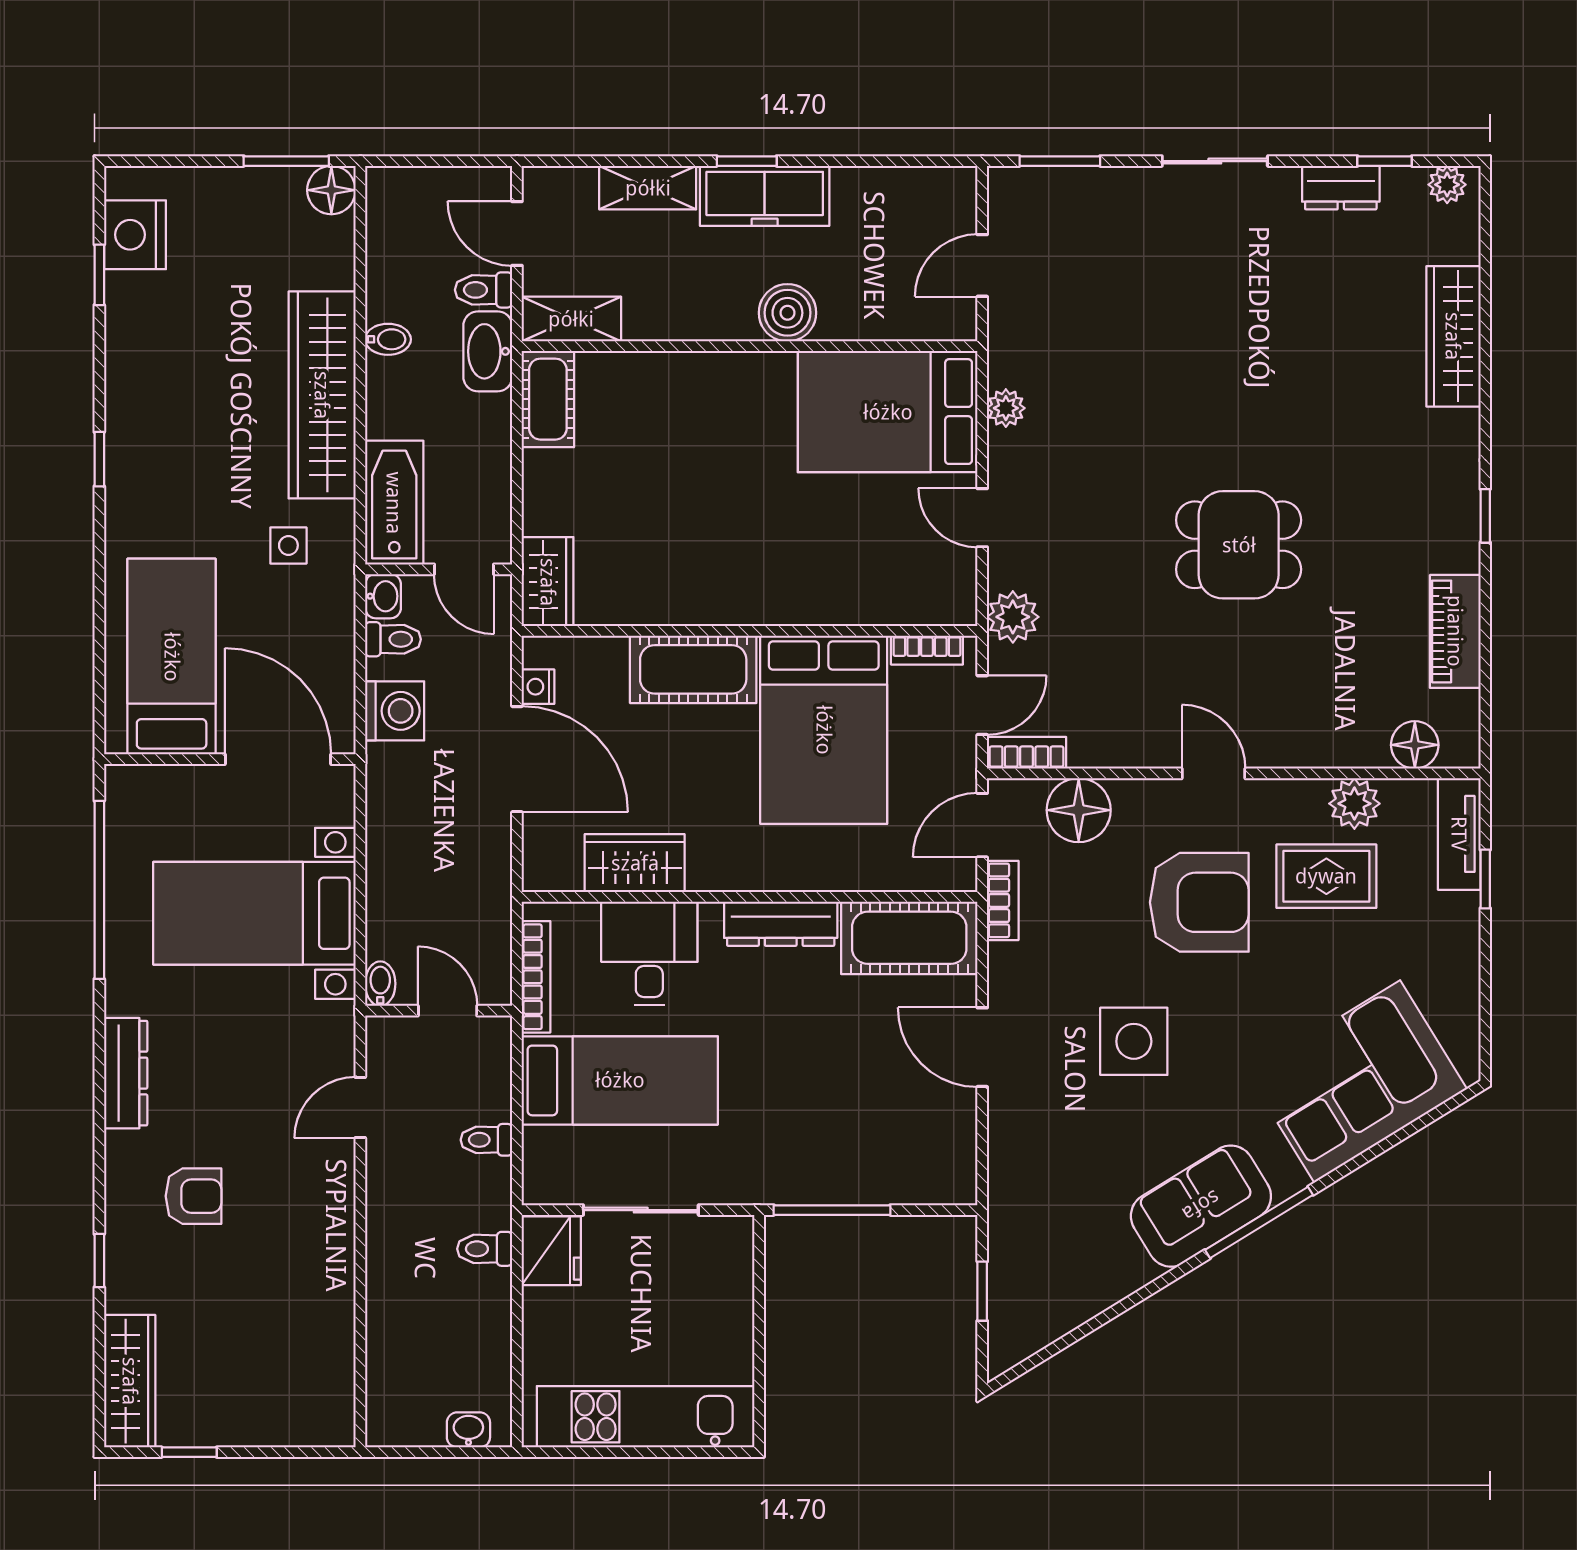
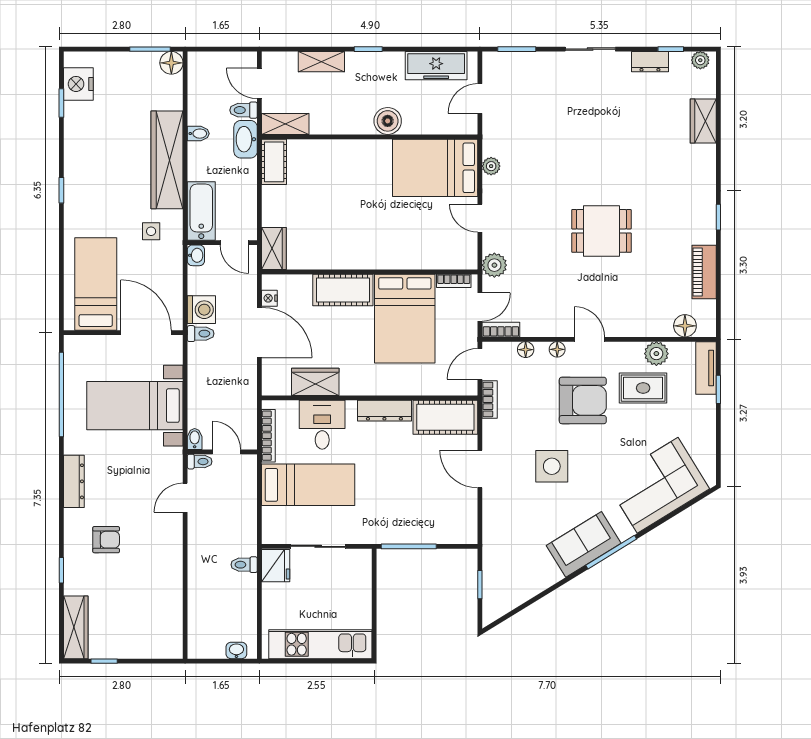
freezer: (765, 196) -> (436, 66), moved
wardrobe: (1453, 336) -> (703, 121), width x0.67
toilet: (393, 639) -> (201, 334), moved
floor lamp: (1145, 795) -> (557, 349), added
floor lamp: (1079, 810) -> (526, 350), width x0.53, depth x0.53
toilet: (486, 1140) -> (200, 462), moved, turned 180

